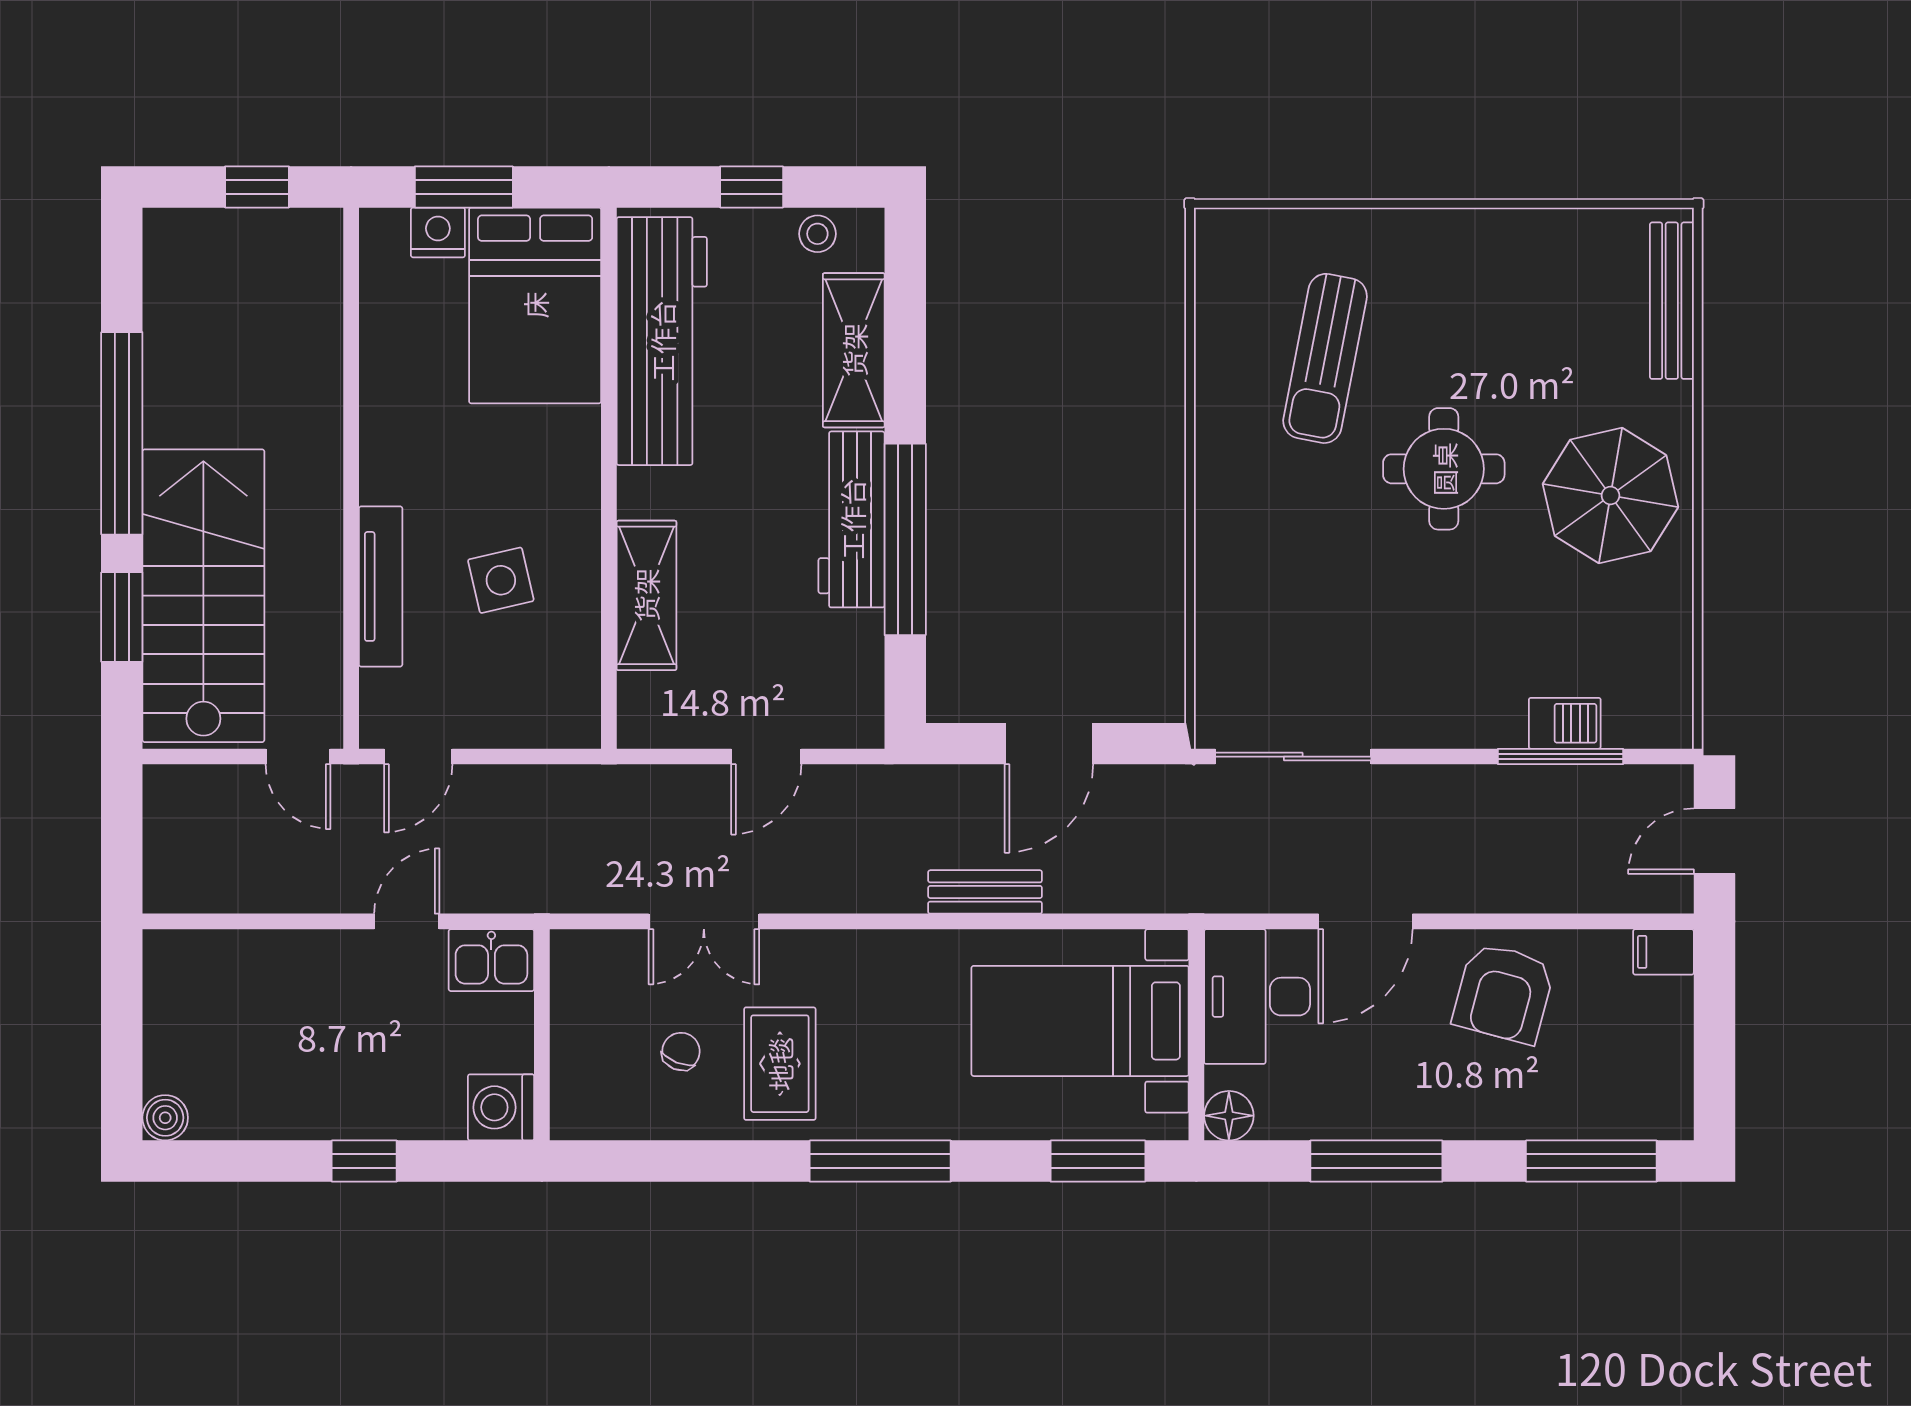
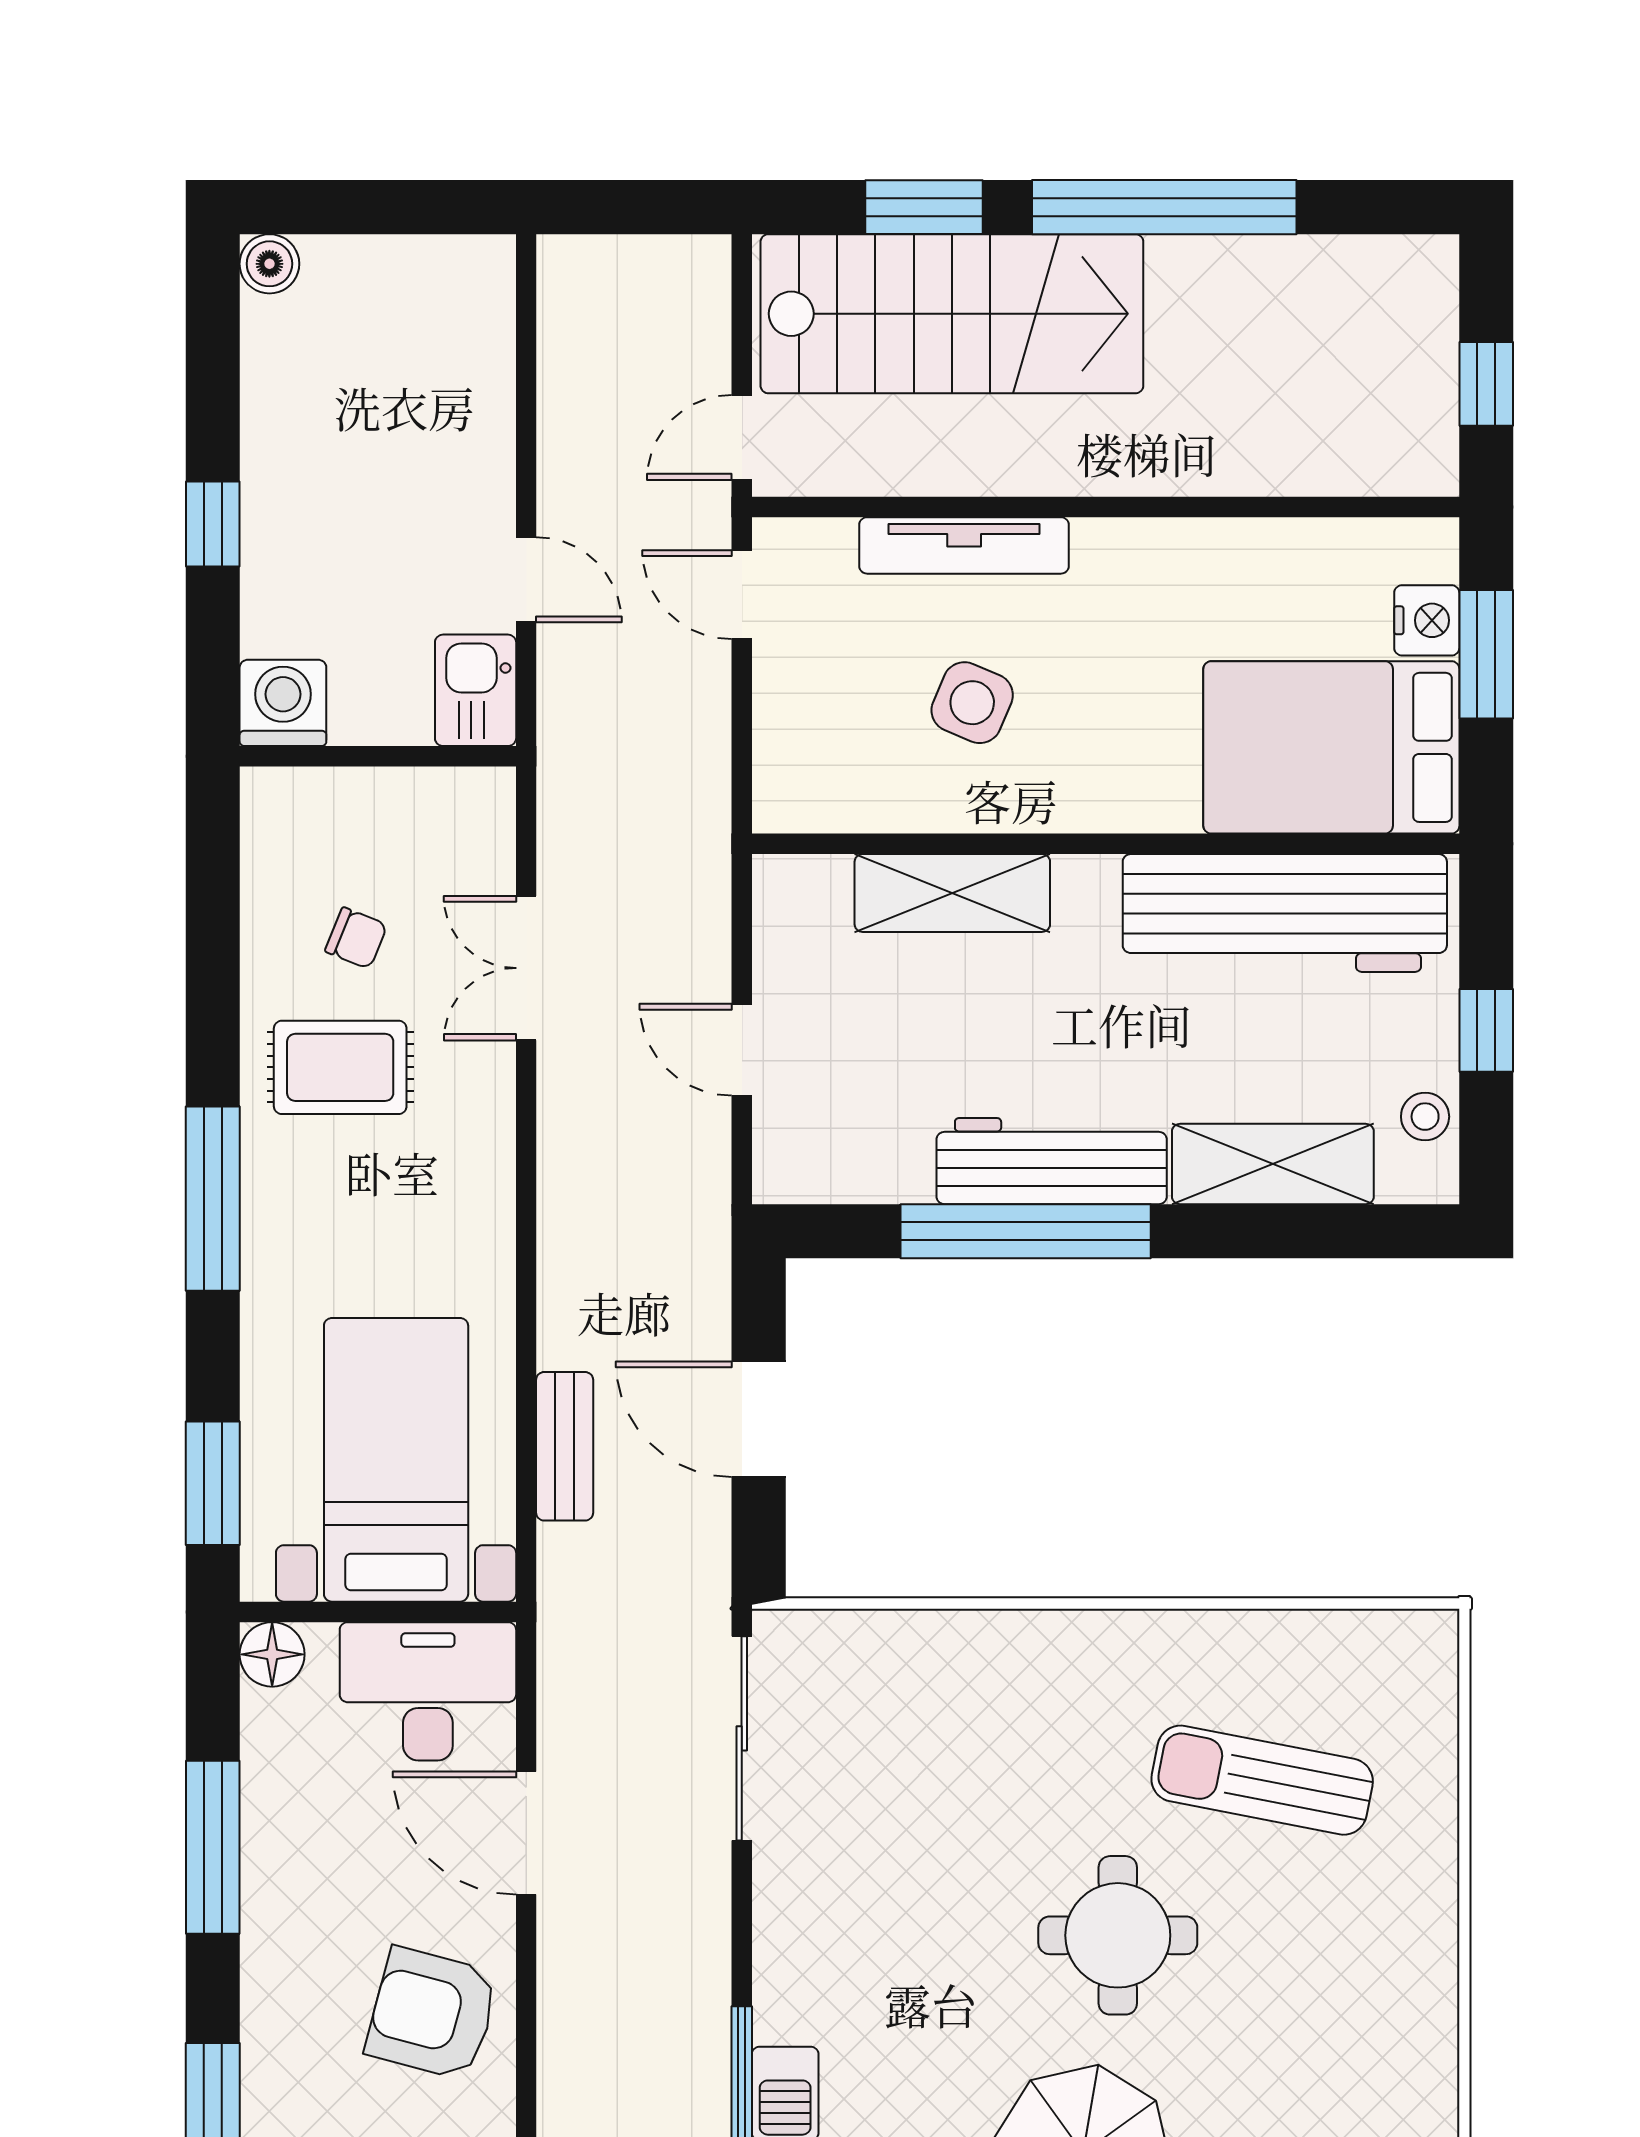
side table: (501, 580) -> (972, 703), turned 36
bench: (985, 892) -> (565, 1446), moved

